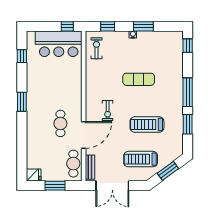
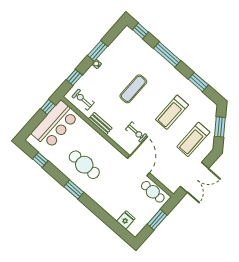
window: (188, 92) -> (167, 54), moved
cafe table: (60, 123) -> (84, 165), moved, width x1.37, depth x1.35
bench: (90, 167) -> (100, 123), moved
fridge: (34, 175) -> (126, 220), moved

